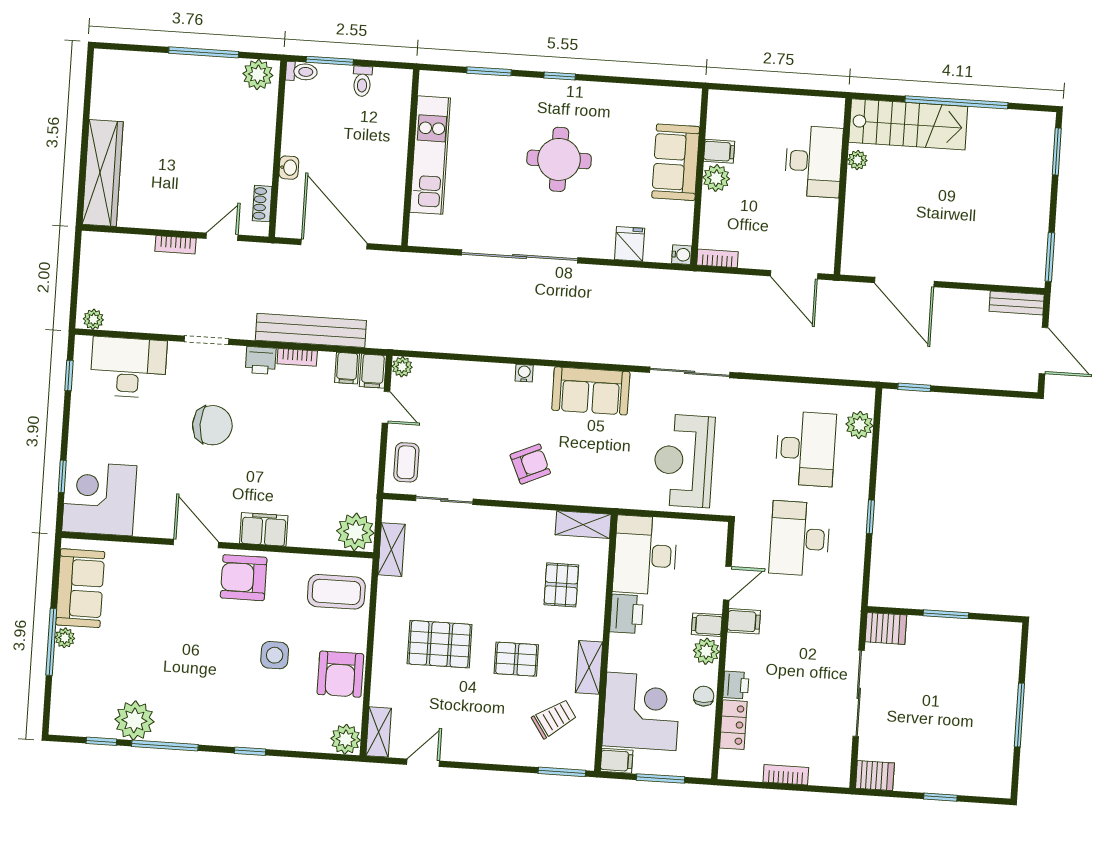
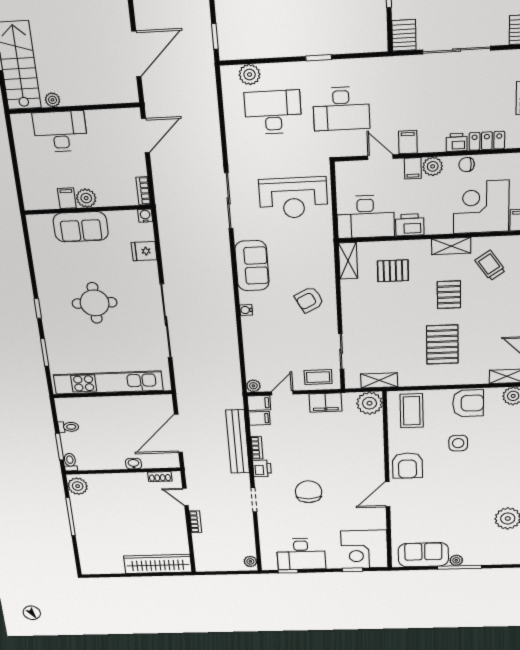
kitchen unit: (430, 155) -> (108, 382), width x1.36
desk: (128, 367) -> (301, 554), moved, turned -90
armchair: (530, 464) -> (309, 300), turned -93
filing cabinet: (264, 529) -> (325, 403), moved, turned -90

